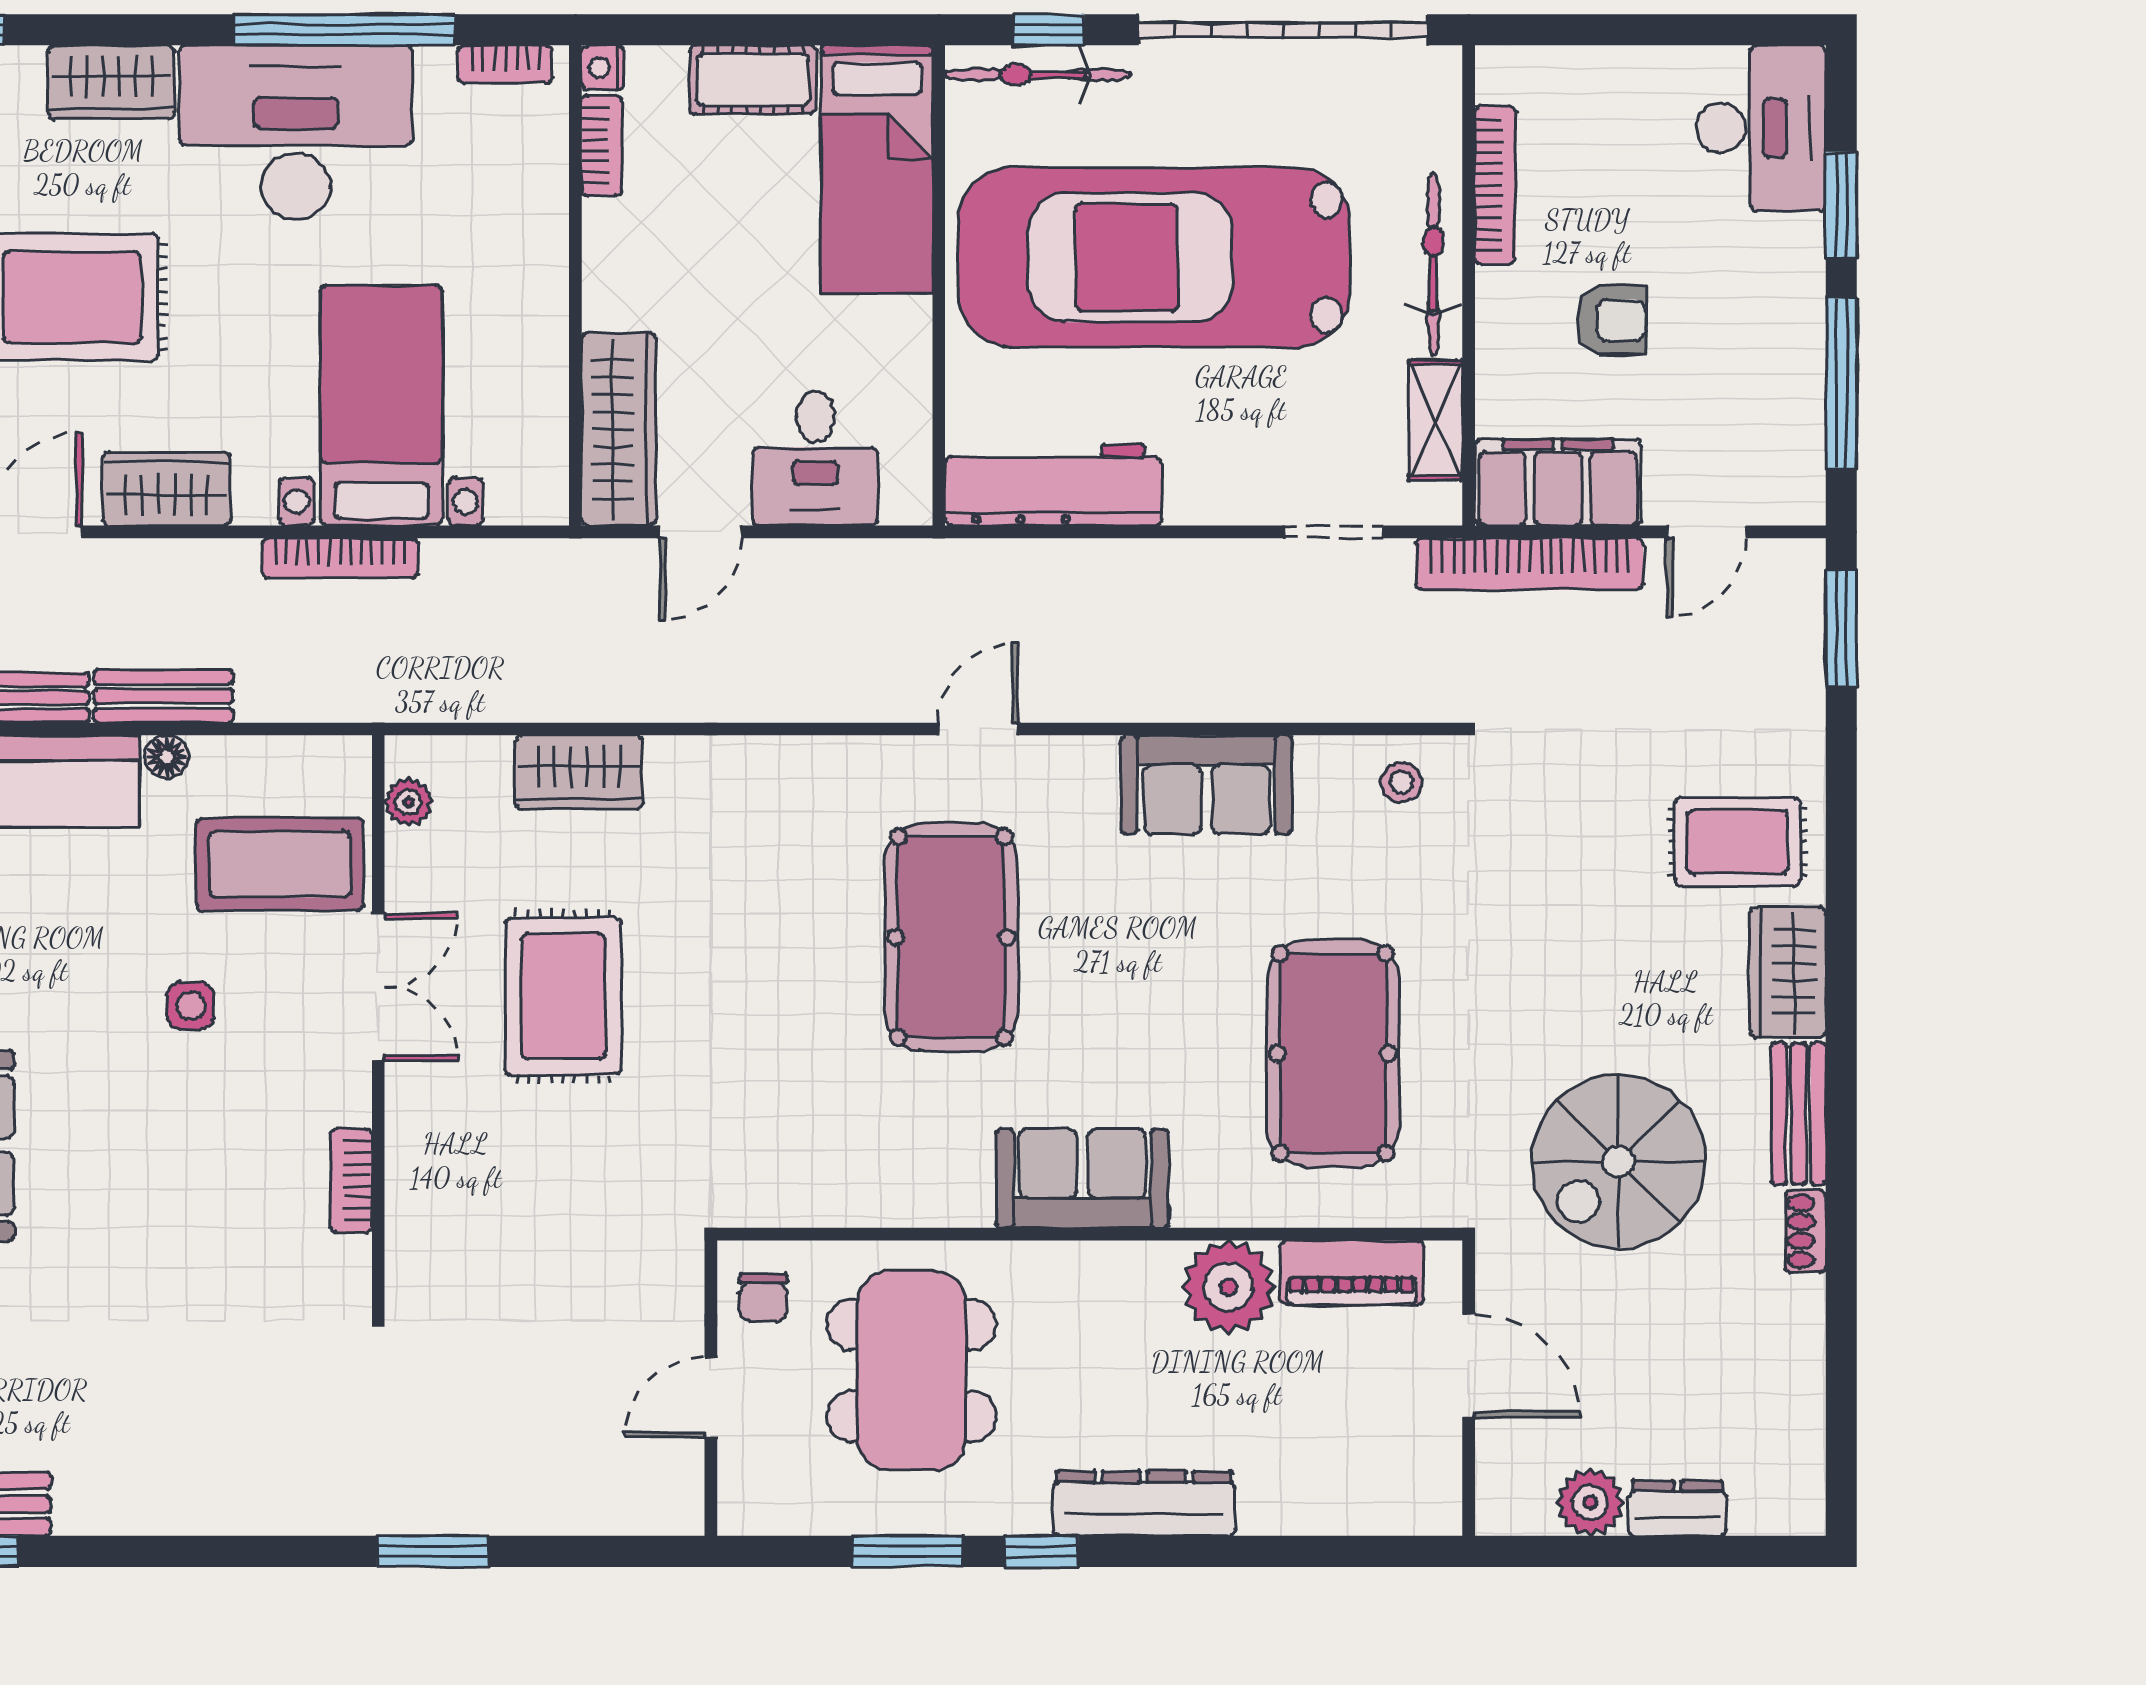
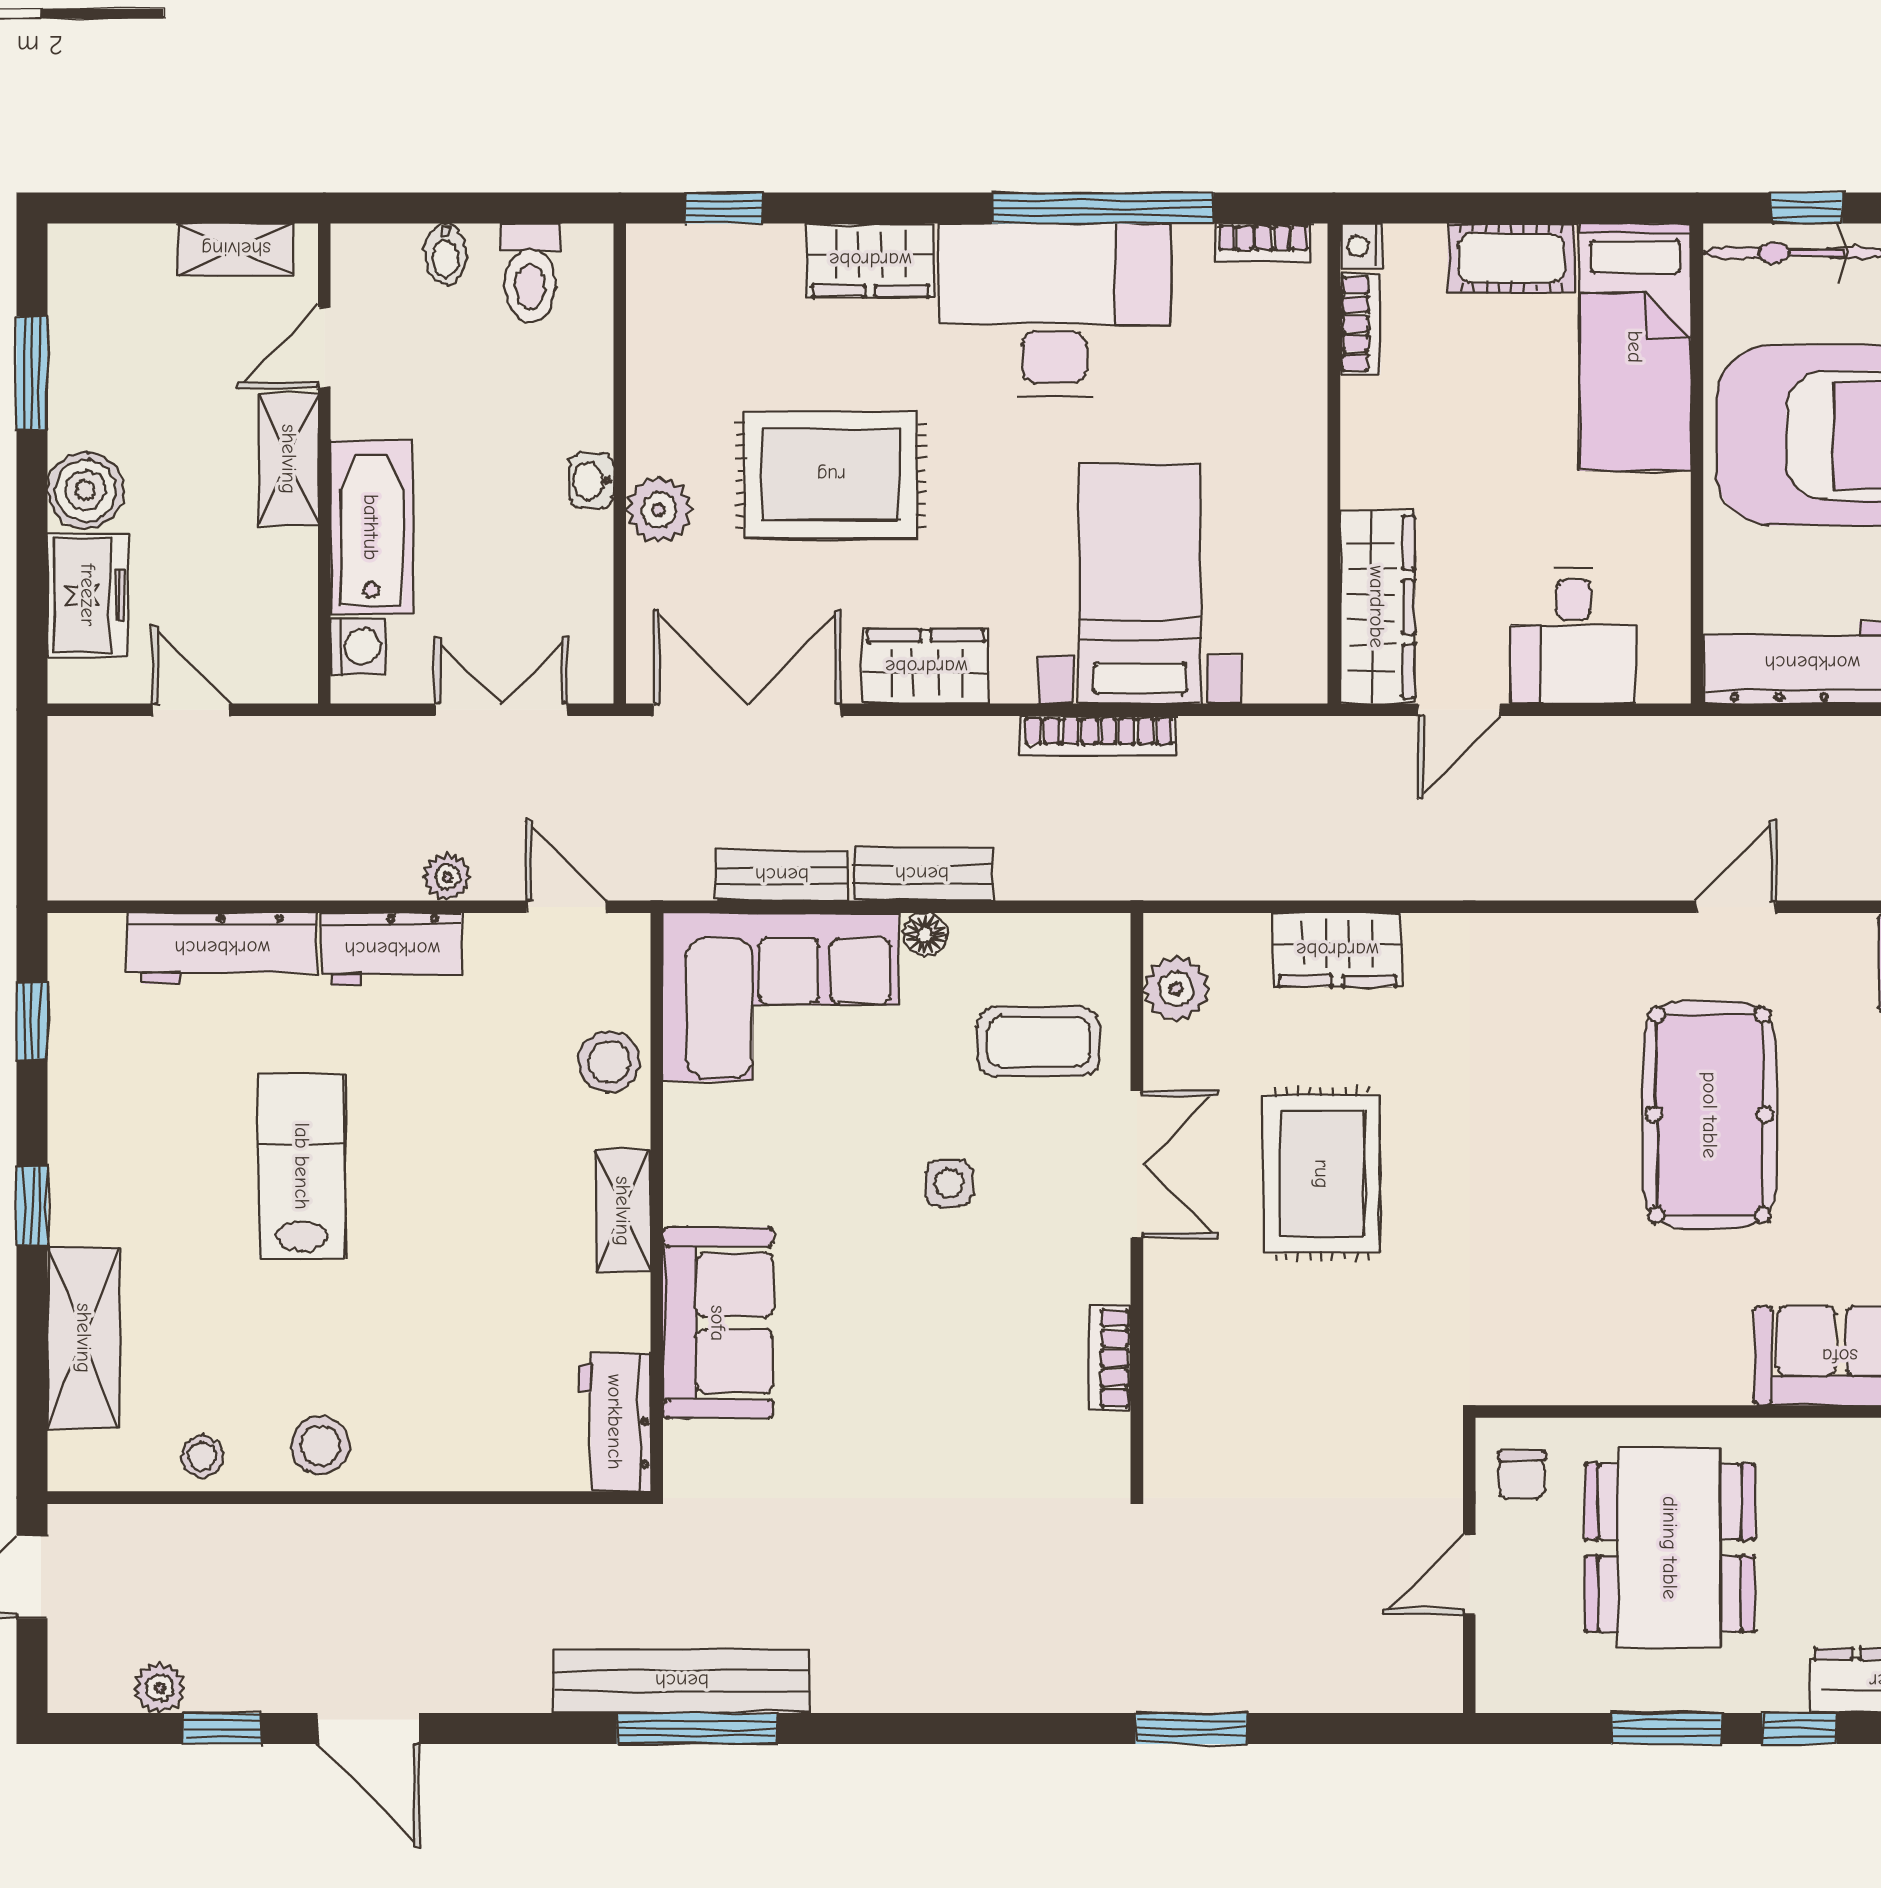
plant: (408, 802) -> (1176, 989), width x1.38, depth x1.38
coffee table: (280, 864) -> (1038, 1042), width x0.73, depth x0.76

